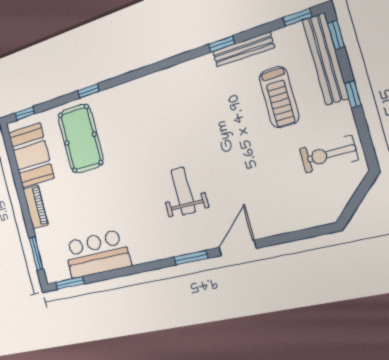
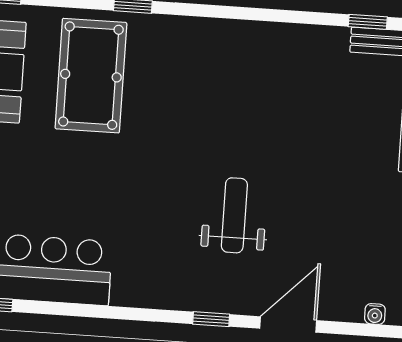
water cooler: (290, 226) -> (375, 314), added
window: (191, 258) -> (211, 319), width x0.67

